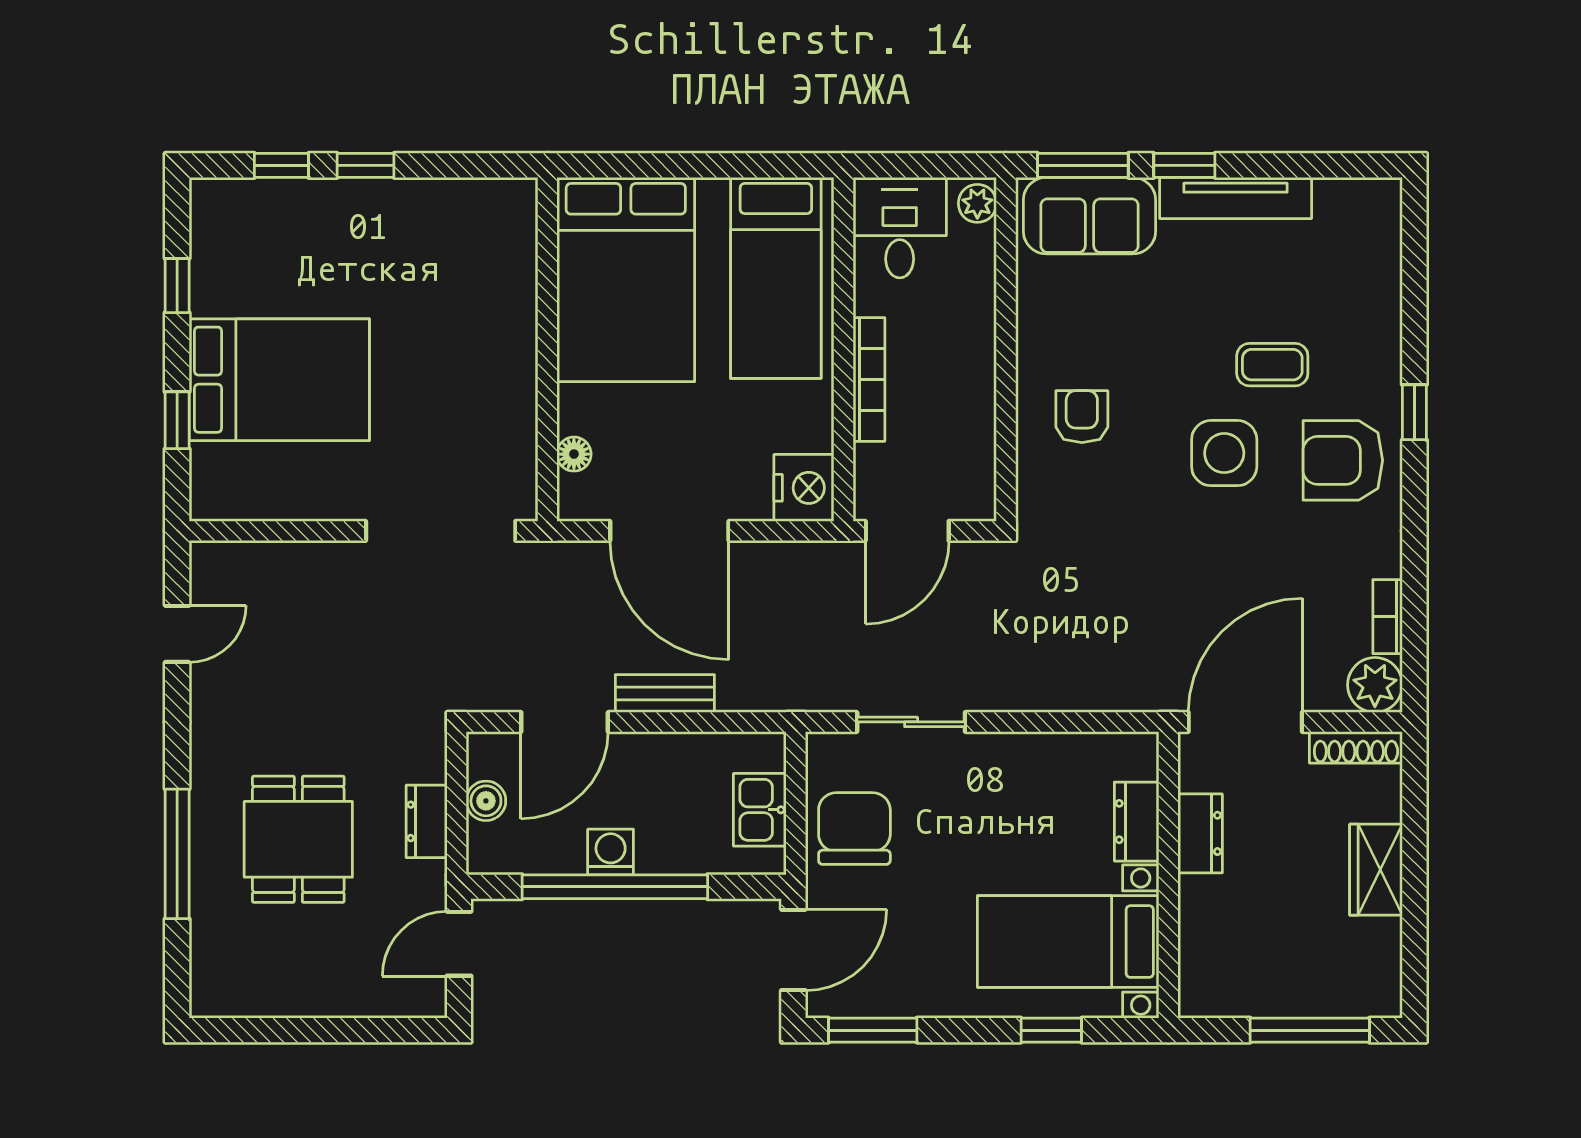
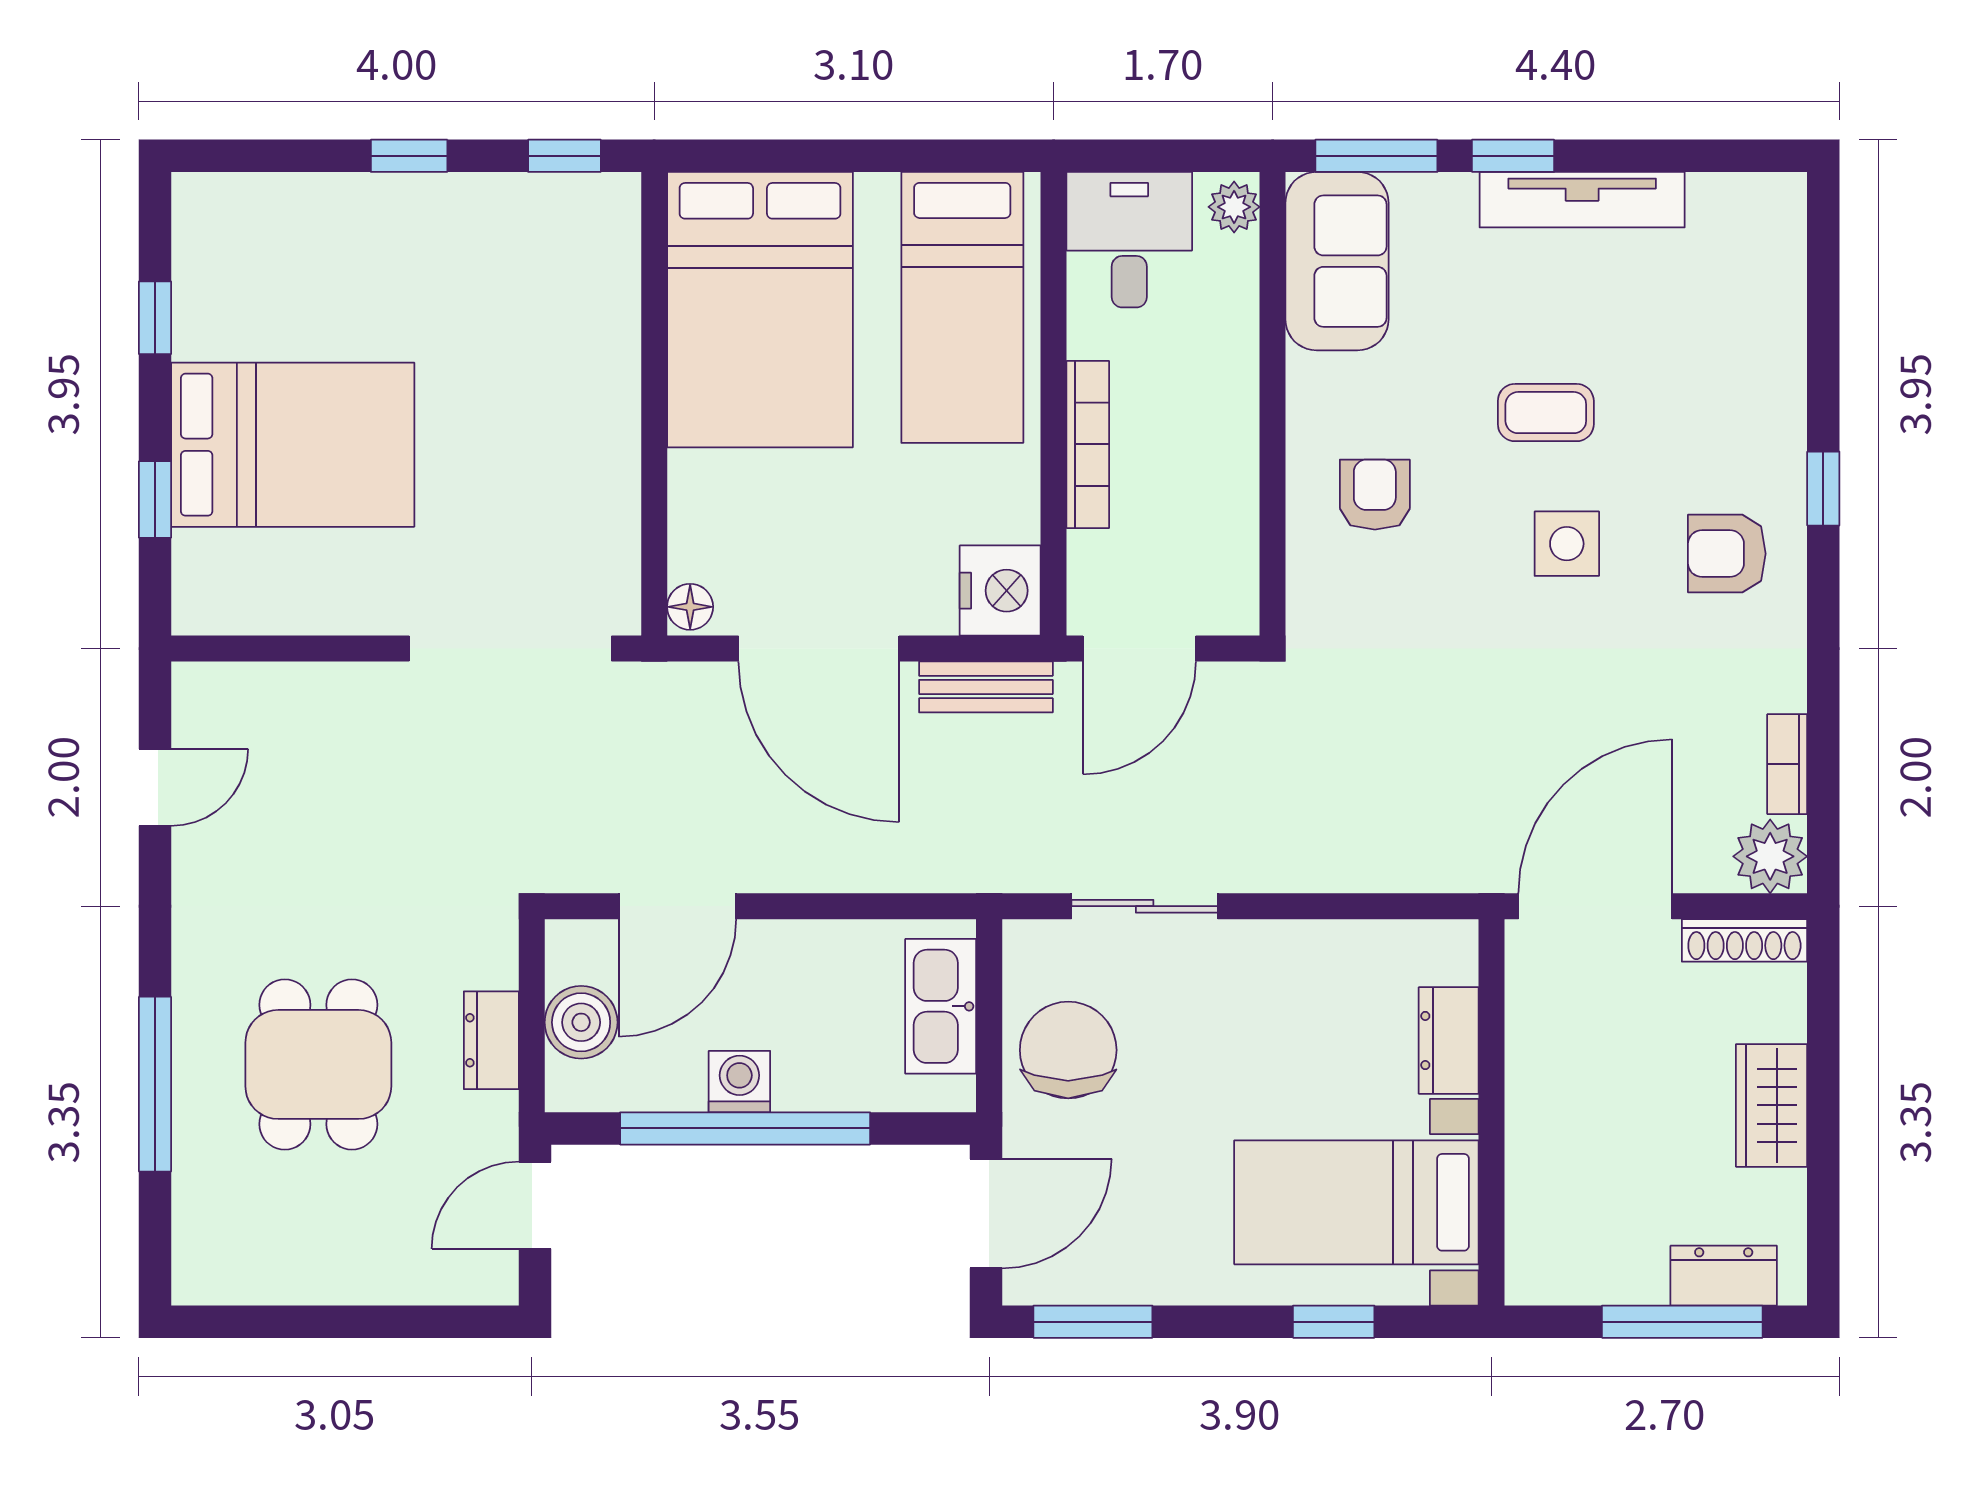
window: (281, 165) -> (564, 156), moved
sofa: (1090, 216) -> (1337, 261), moved, turned -90
coffee table: (1272, 365) -> (1546, 413), moved
side table: (1224, 453) -> (1567, 544), width x0.73, depth x0.73
floor lamp: (574, 454) -> (690, 607), moved
armchair: (1343, 460) -> (1727, 554), width x0.72, depth x0.72
bench: (665, 693) -> (986, 687), moved
boiler: (486, 801) -> (581, 1022), width x1.36, depth x1.36
kitchen sink: (760, 810) -> (941, 1006), width x1.38
dresser: (1200, 833) -> (1724, 1276), moved, turned -90

